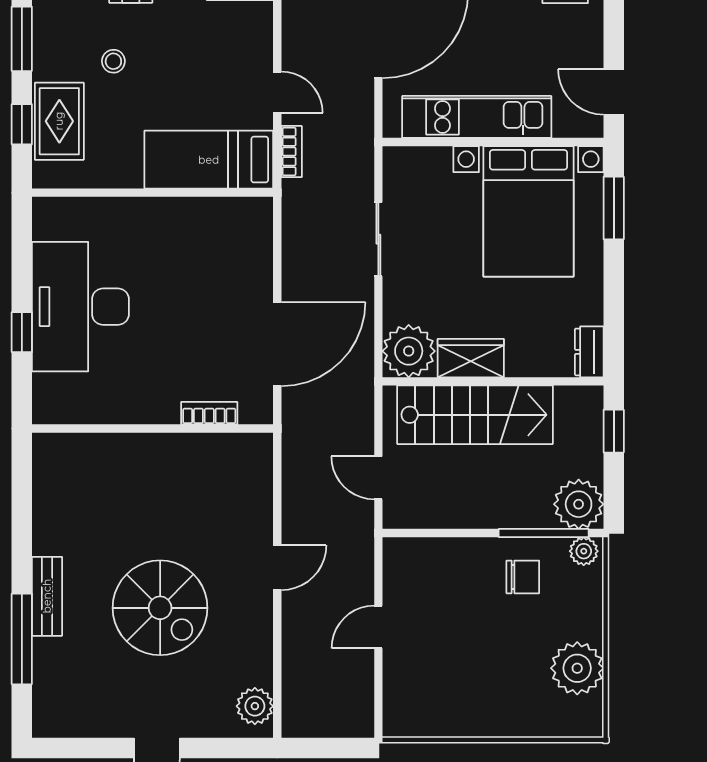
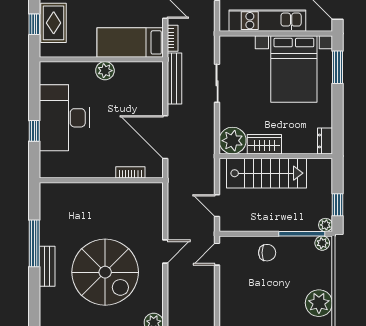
plant: (160, 215) -> (105, 71), added
bench: (295, 230) -> (174, 78), added
door: (277, 344) -> (165, 137), swing flipped
window: (614, 431) -> (338, 205), moved
plant: (579, 504) -> (326, 225), width x0.53, depth x0.53
chair: (523, 577) -> (267, 253), moved
spiral stairs: (160, 608) -> (105, 272), width x1.37, depth x1.37
door: (378, 627) -> (217, 254), moved
window: (22, 639) -> (34, 243), moved

